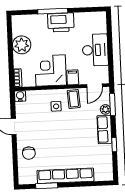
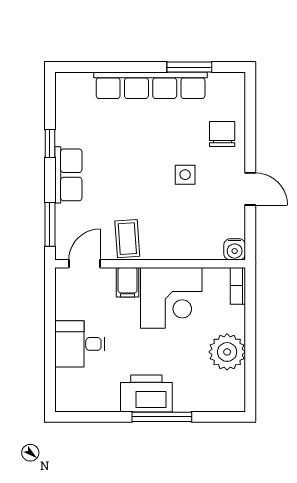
desk: (95, 50) -> (80, 344), width x0.73
side table: (56, 106) -> (185, 175), moved
plant: (105, 109) -> (65, 215), removed

